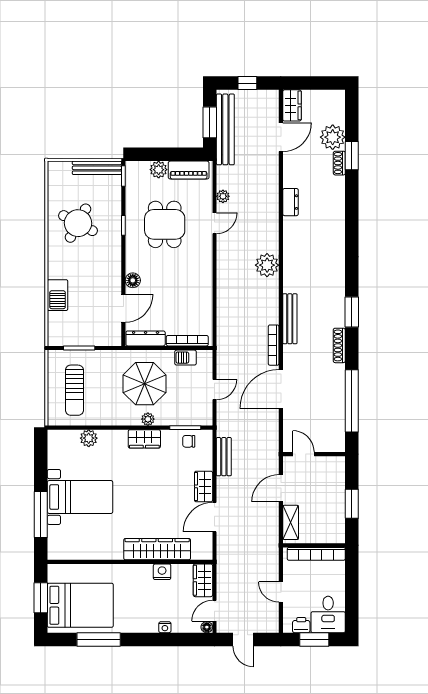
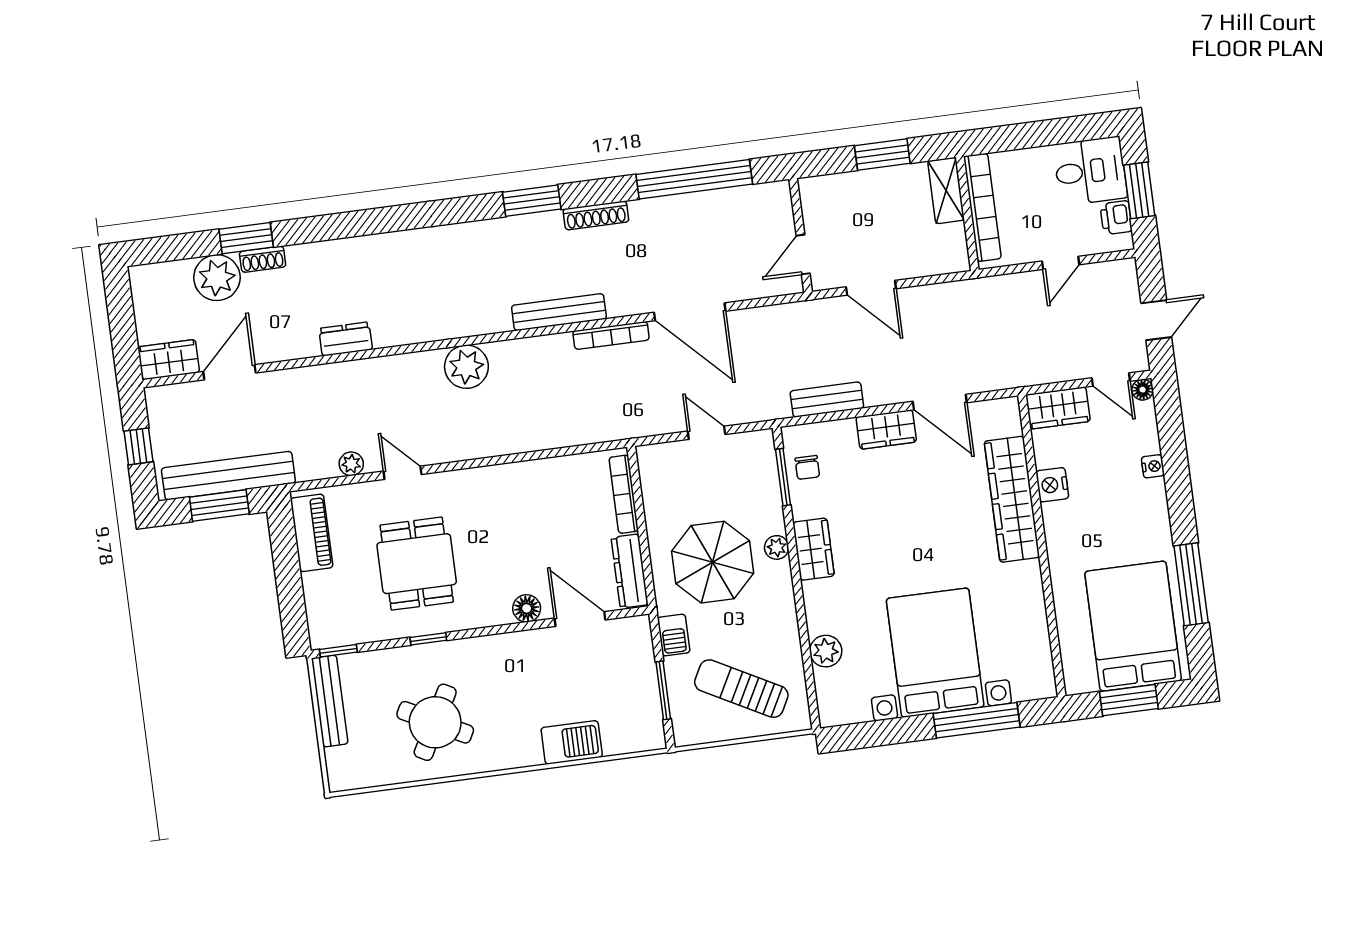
door: (281, 137) -> (230, 372), hinge flipped
plant: (159, 170) -> (318, 588), removed
dining table: (165, 224) -> (417, 564), turned 90
barbecue: (186, 358) -> (674, 635), moved
sun lounger: (74, 390) -> (741, 689), turned -152
bed with nightstands: (80, 497) -> (935, 653), width x1.36
shelving: (291, 522) -> (946, 191), moved, turned 90

